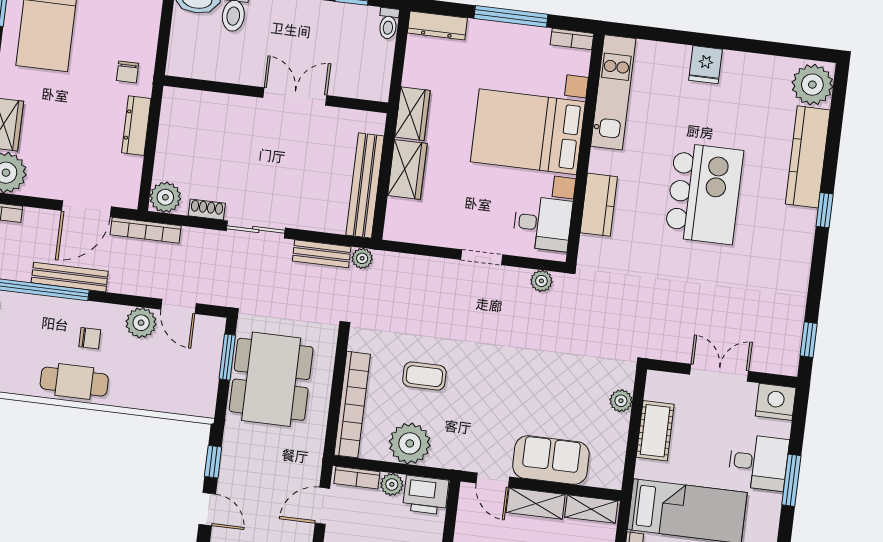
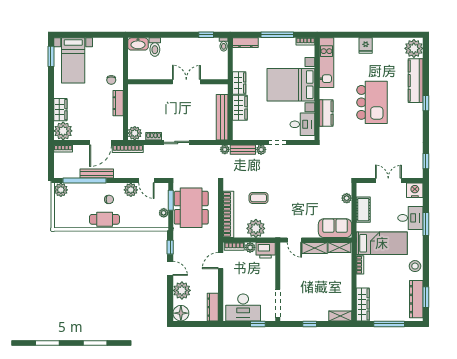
bench: (322, 254) -> (243, 150), moved
plant: (541, 281) -> (261, 150), moved
plant: (208, 383) -> (164, 213), added
sofa: (551, 460) -> (335, 228), moved

